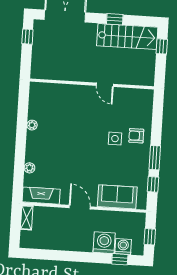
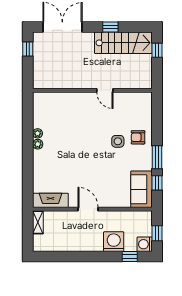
plant: (29, 168) -> (38, 144), moved
sofa: (117, 197) -> (141, 189), moved, turned -90
washing machine: (123, 247) -> (145, 244), moved, turned -90

